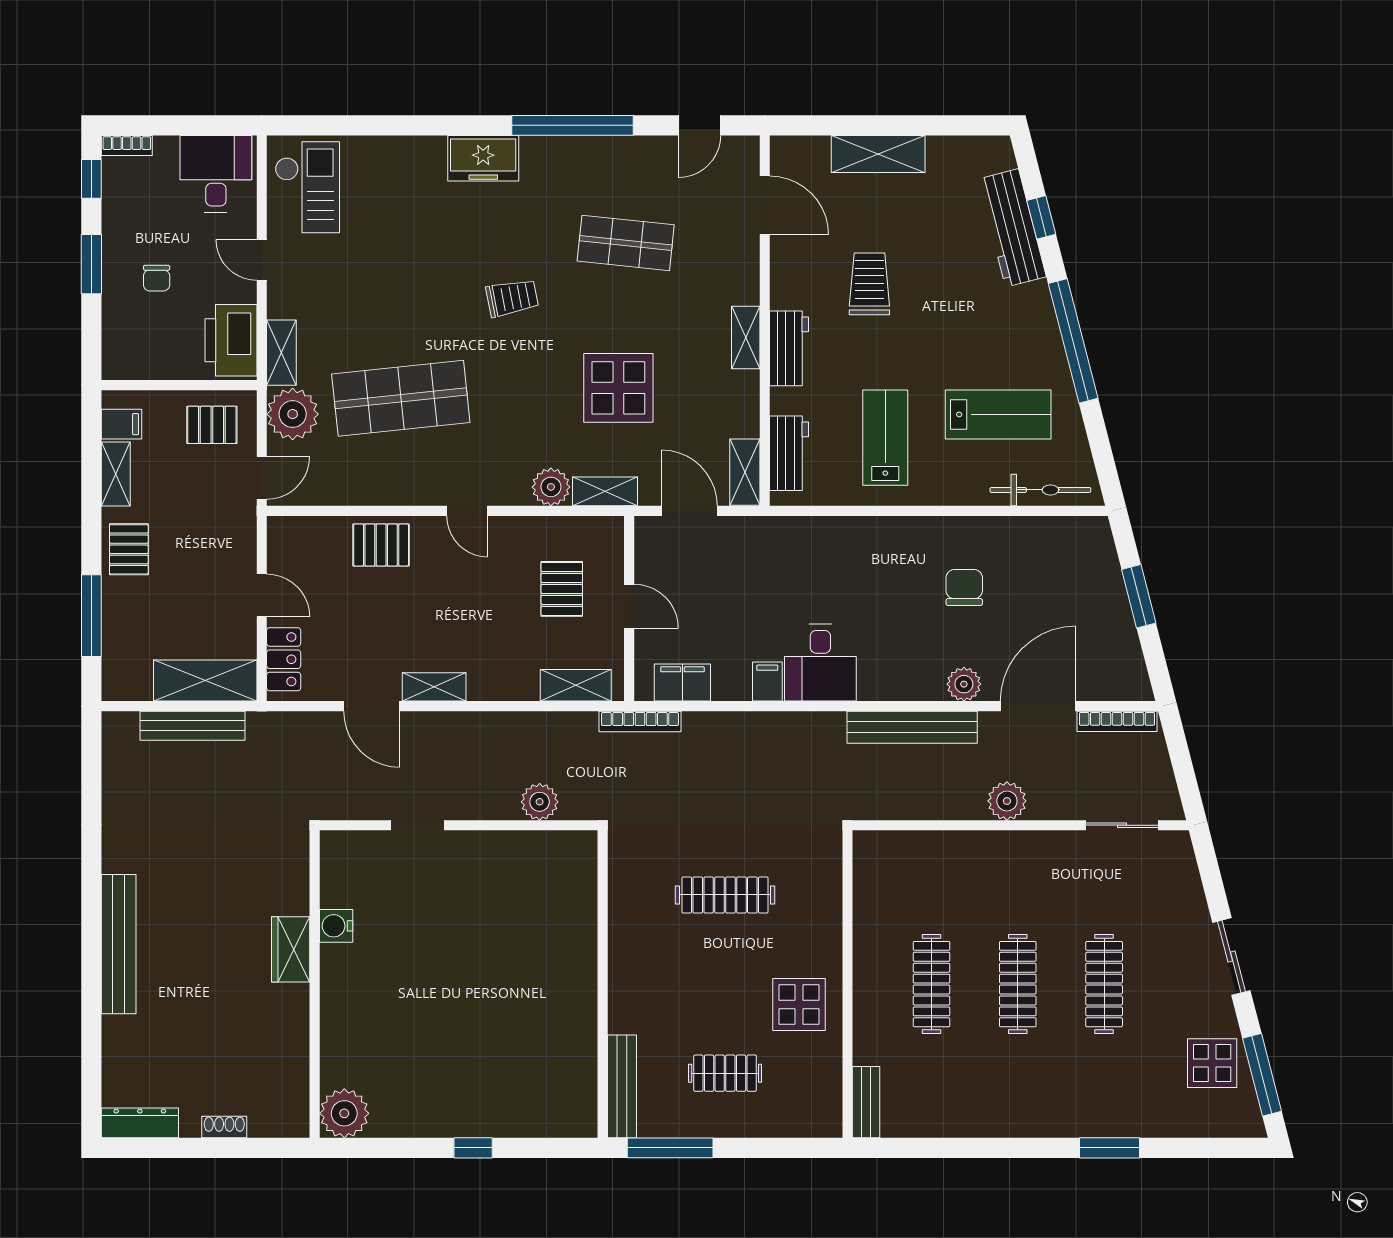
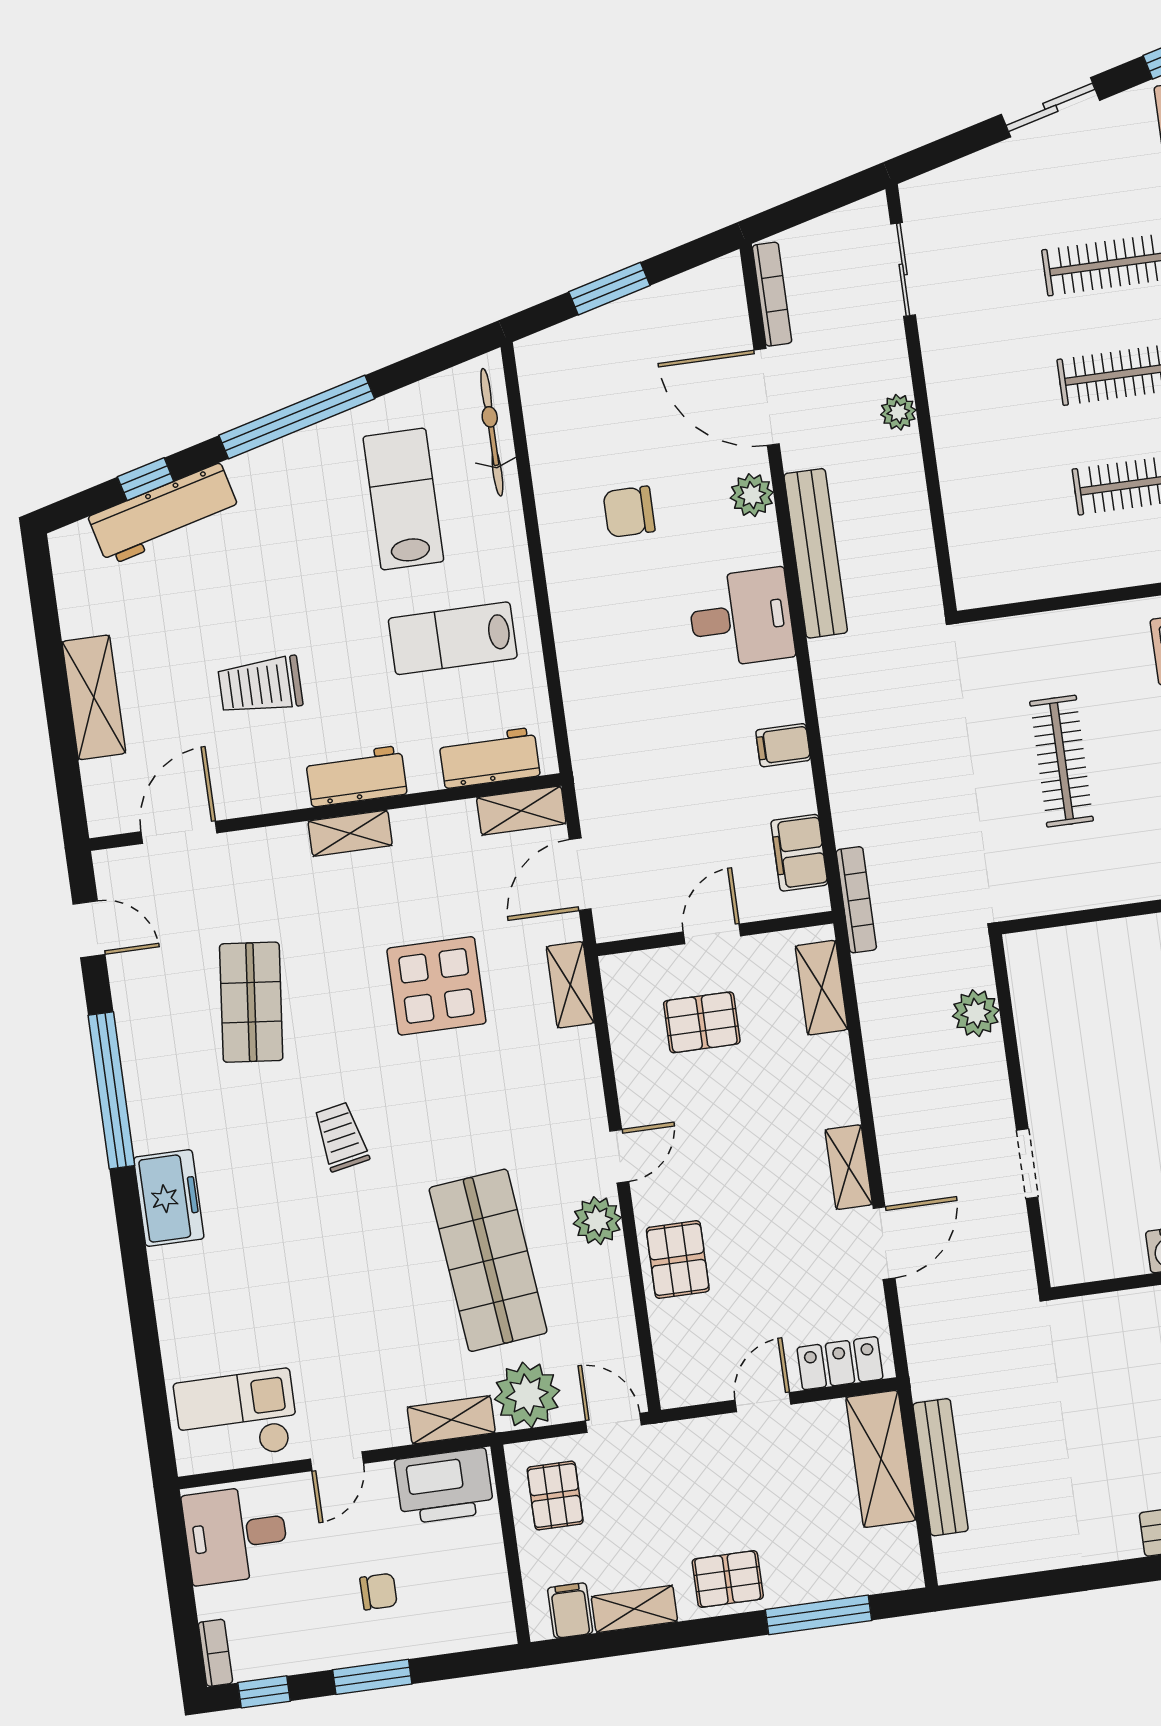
plant: (551, 487) -> (597, 1221), moved
desk: (820, 663) -> (741, 618), moved
plant: (1007, 801) -> (898, 412), width x0.73, depth x0.73

